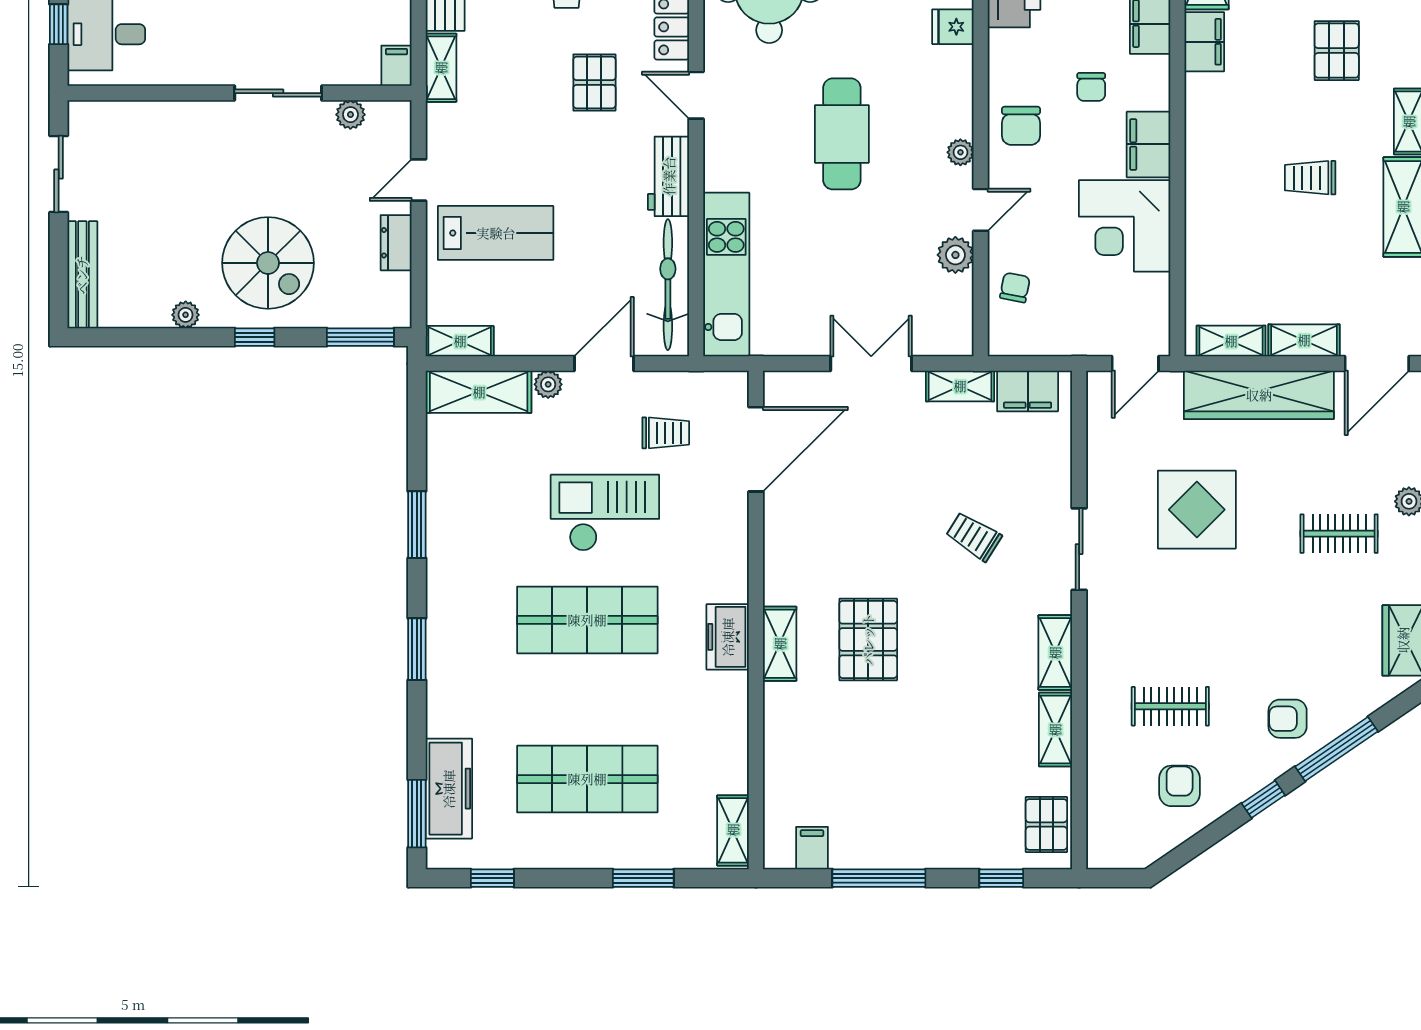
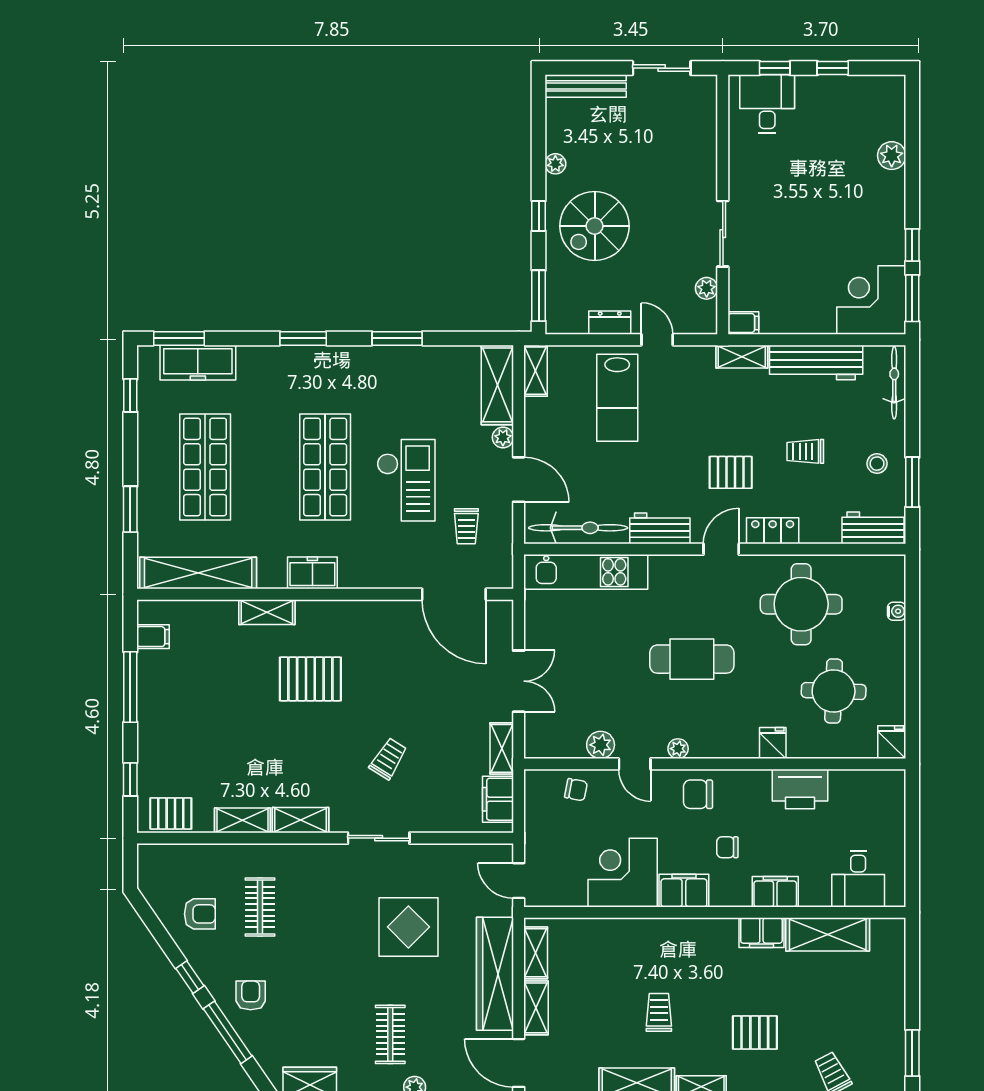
shelving: (780, 644) -> (267, 612), moved
shelving: (733, 830) -> (198, 573), width x2.20, depth x1.33

